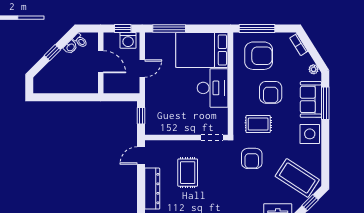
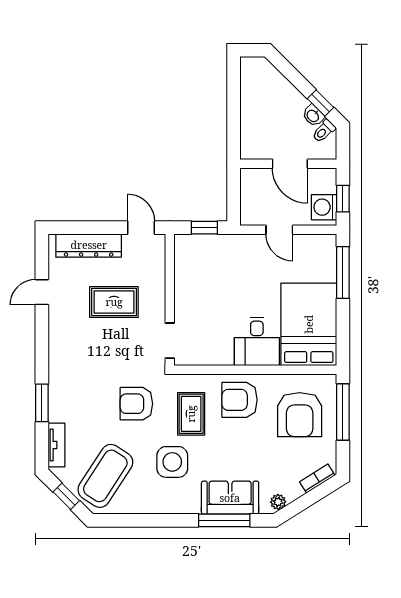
window: (52, 53) -> (320, 103), moved
door: (101, 62) -> (290, 164), hinge flipped
desk: (213, 88) -> (257, 341), width x0.73
armchair: (271, 92) -> (240, 400), moved
side table: (310, 134) -> (172, 462), moved

